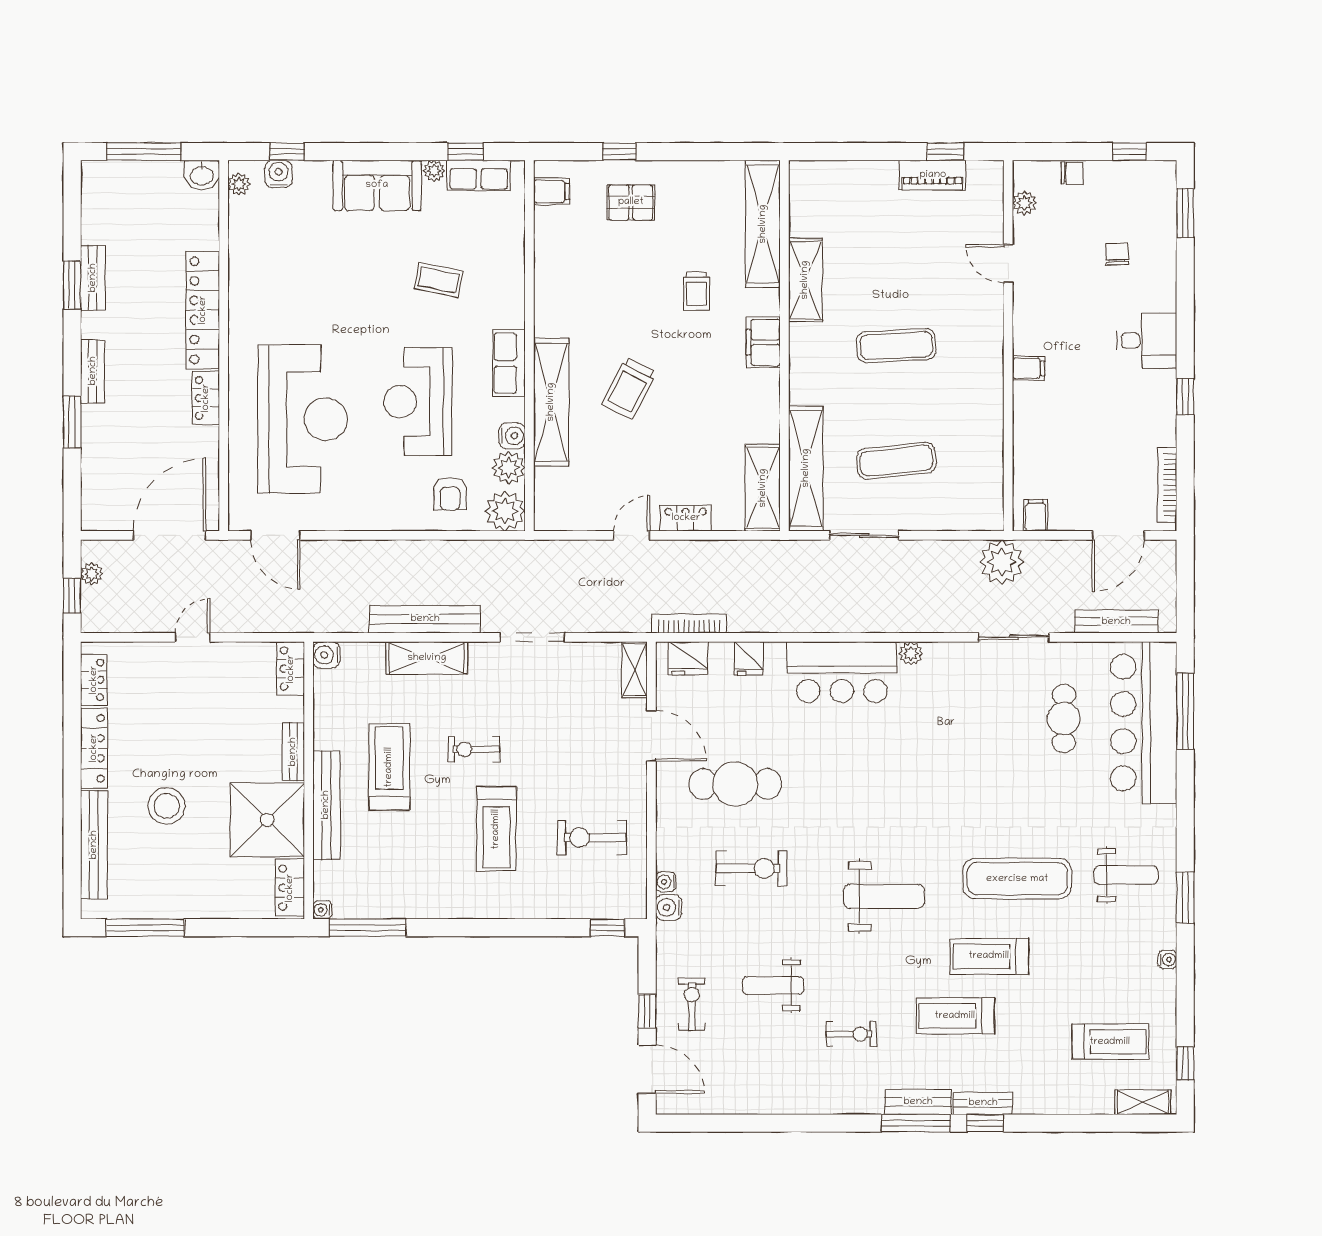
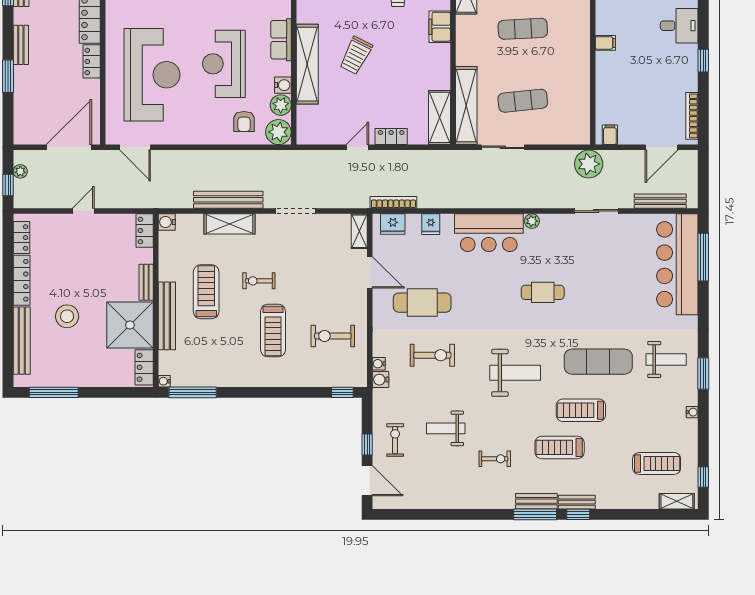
cafe table: (1064, 719) -> (543, 292), moved, turned 90

